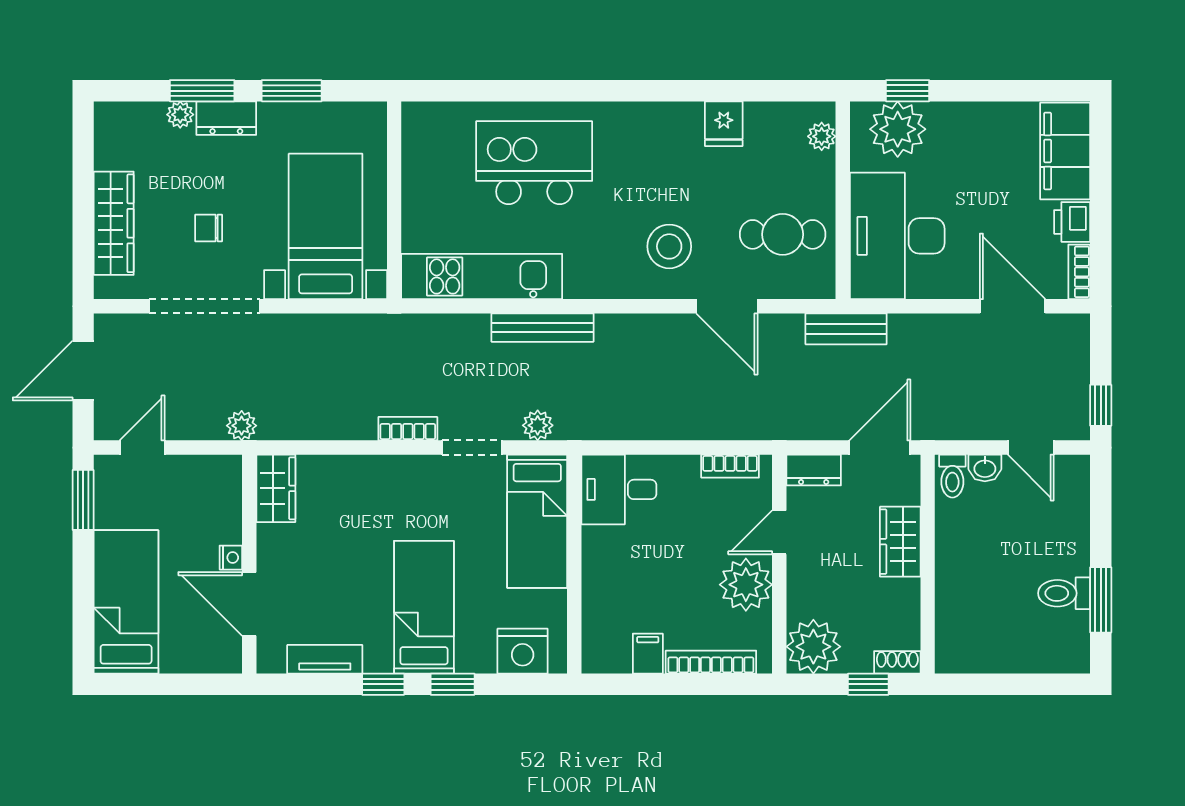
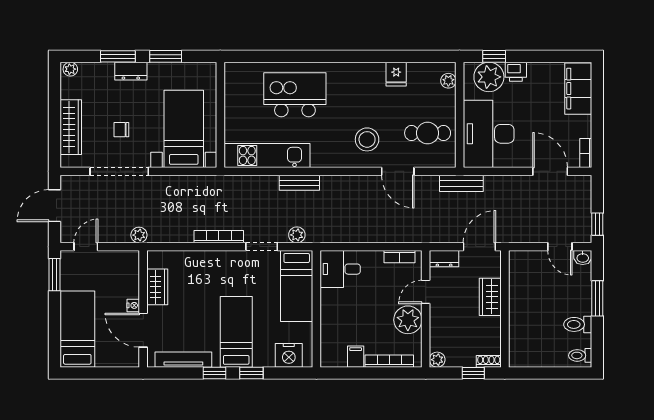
plant: (180, 115) -> (70, 69), moved
printer: (1072, 222) -> (516, 72), moved, turned -90
bench: (543, 328) -> (299, 183), width x0.73
bookcase: (408, 429) -> (219, 237), width x1.56
washbasin: (985, 468) -> (583, 258), moved
toilet: (952, 476) -> (580, 355), moved, turned 90
wardrobe: (276, 488) -> (157, 287), moved
window: (1101, 600) -> (597, 298), moved
plant: (813, 647) -> (437, 360), width x0.53, depth x0.53
tv unit: (325, 659) -> (183, 360), width x1.41

